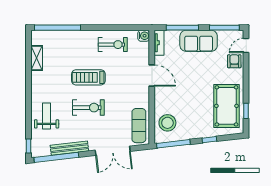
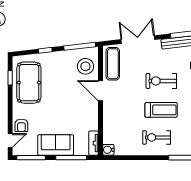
exercise bike: (113, 45) -> (157, 137), moved
door: (152, 75) -> (100, 91), moved

